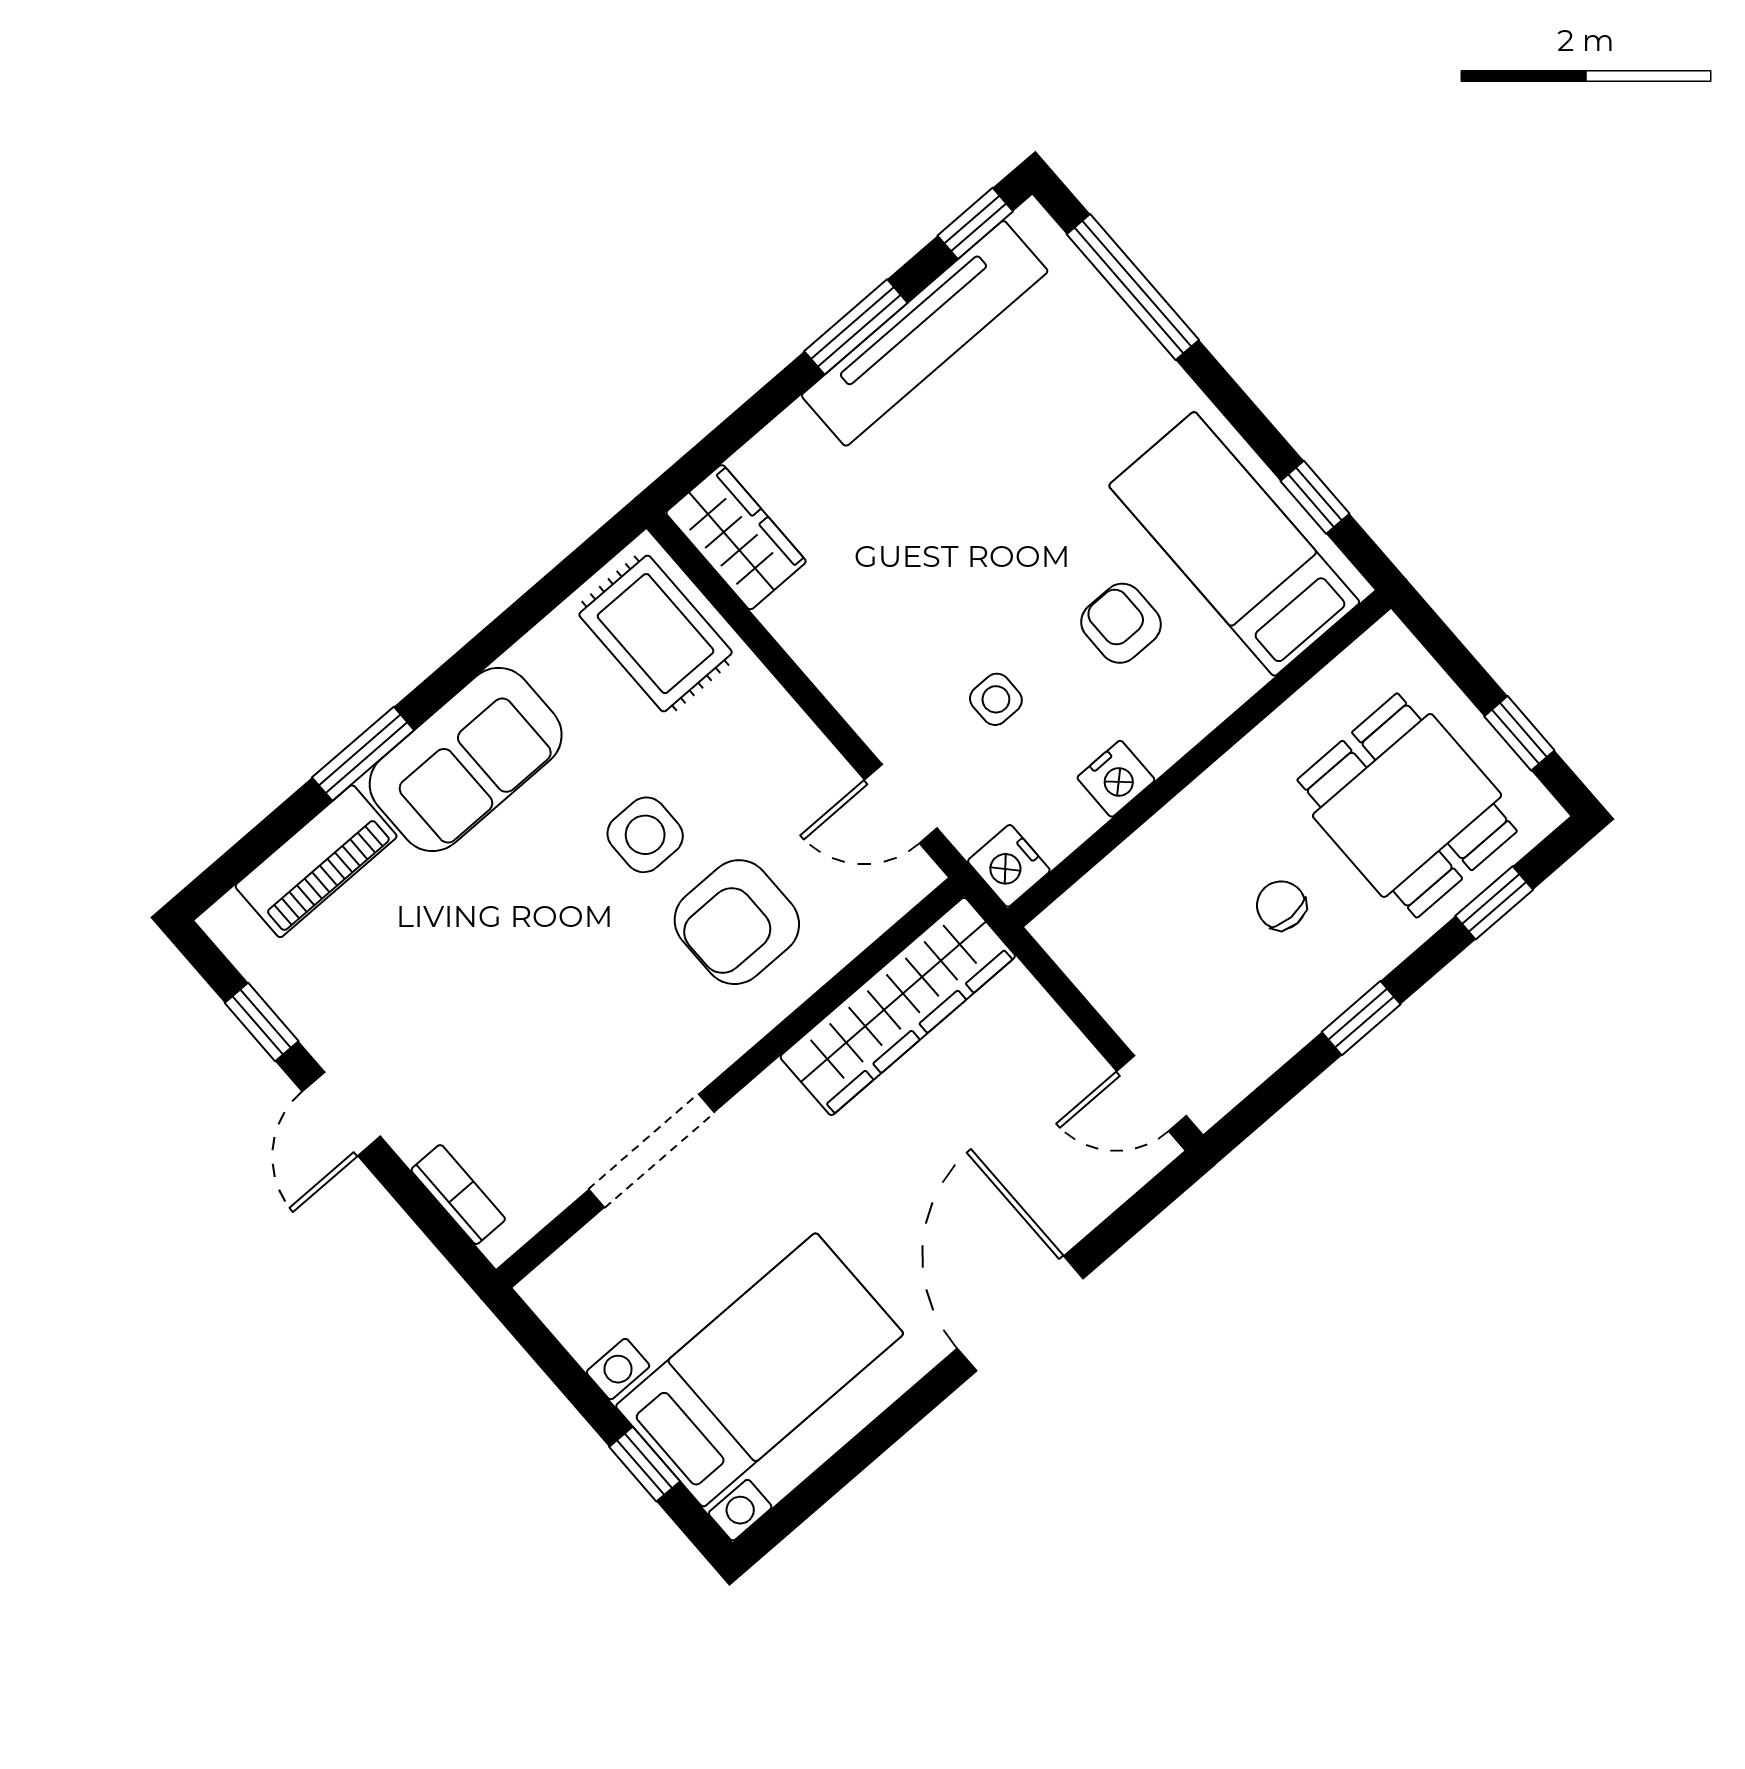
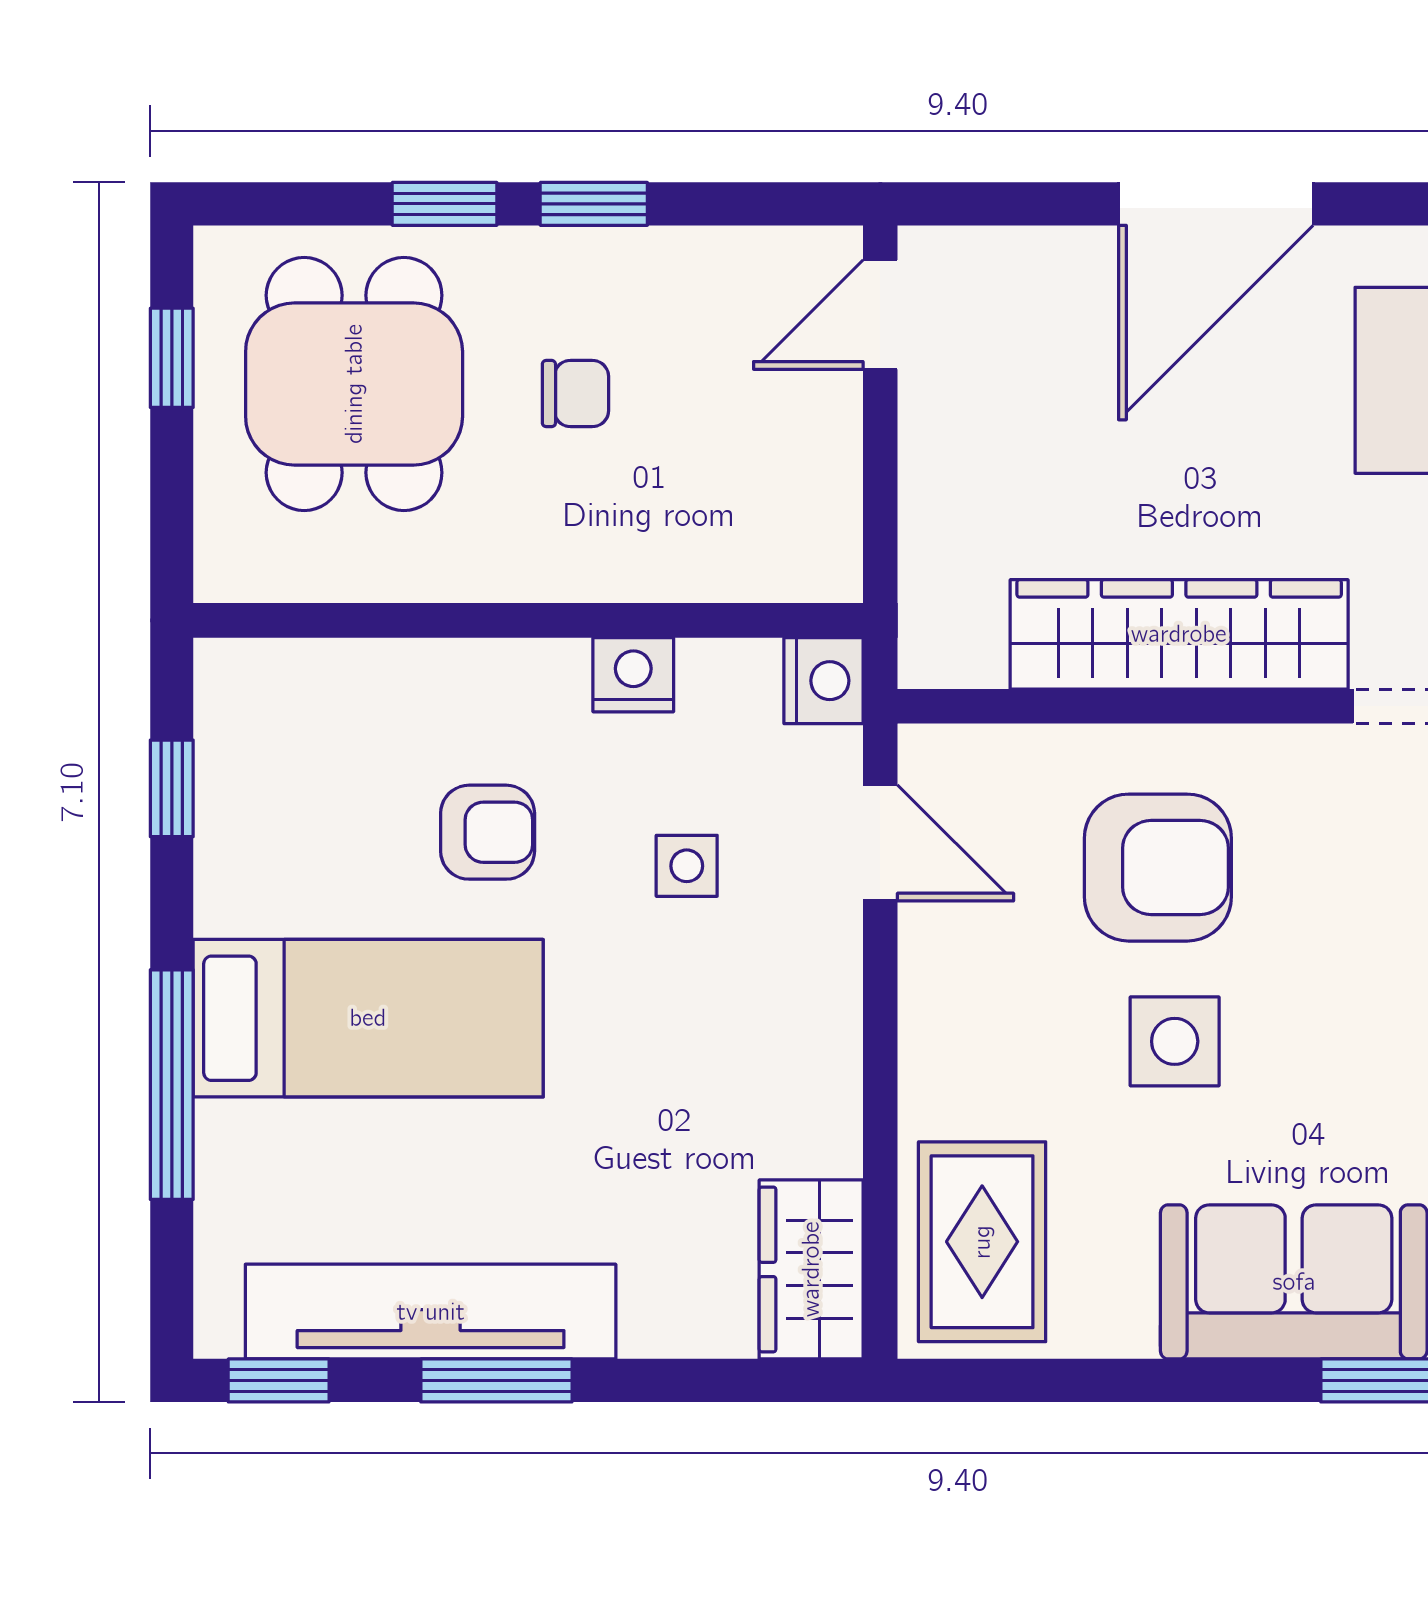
window: (1133, 287) -> (172, 1085), moved
bed: (1234, 544) -> (368, 1018), moved, turned -90
armchair: (1121, 623) -> (488, 832), turned -90
window: (1494, 903) -> (445, 204), moved
chair: (1281, 905) -> (575, 394), turned -90
wardrobe: (898, 1006) -> (1179, 634), moved
door: (1152, 1093) -> (880, 315), swing flipped

